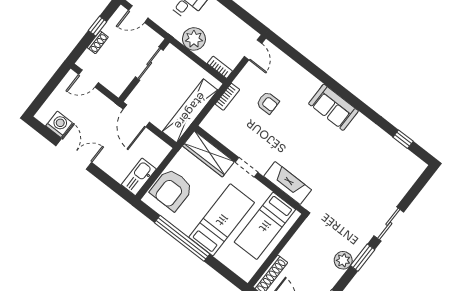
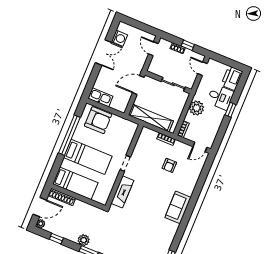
wardrobe: (208, 154) -> (127, 137), removed
armchair: (172, 190) -> (98, 120), turned 180
bed: (265, 226) -> (75, 183), moved, turned 180

